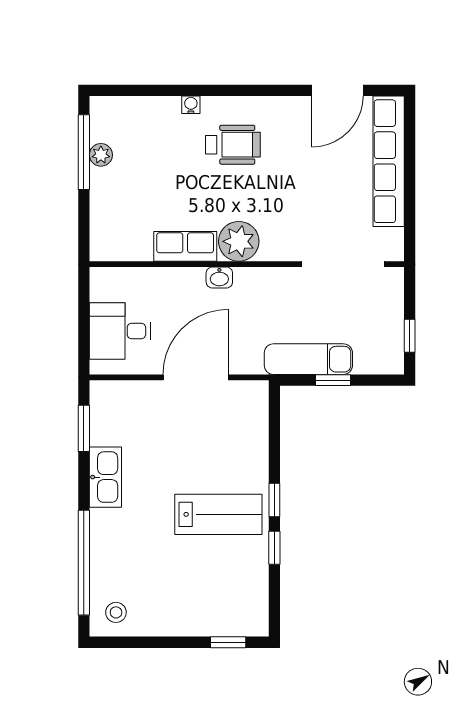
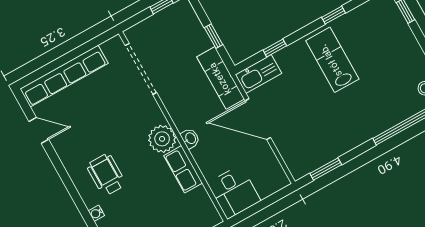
door: (337, 90) -> (39, 130), width x0.73
desk: (120, 331) -> (234, 192), moved
exam couch: (308, 359) -> (221, 78), moved
kitchen sink: (105, 477) -> (258, 74), moved, turned 180
window: (274, 500) -> (275, 48), moved

